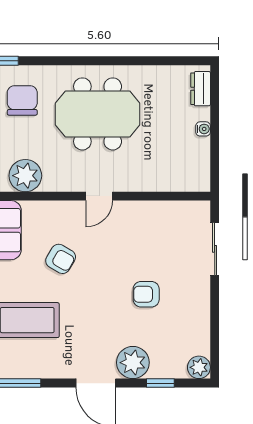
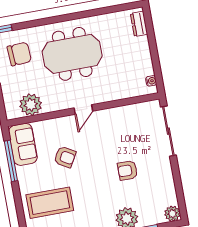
chair: (22, 100) -> (19, 54), turned 87
water cooler: (203, 129) -> (151, 81), moved
sliding door: (215, 249) -> (168, 131), width x1.37

